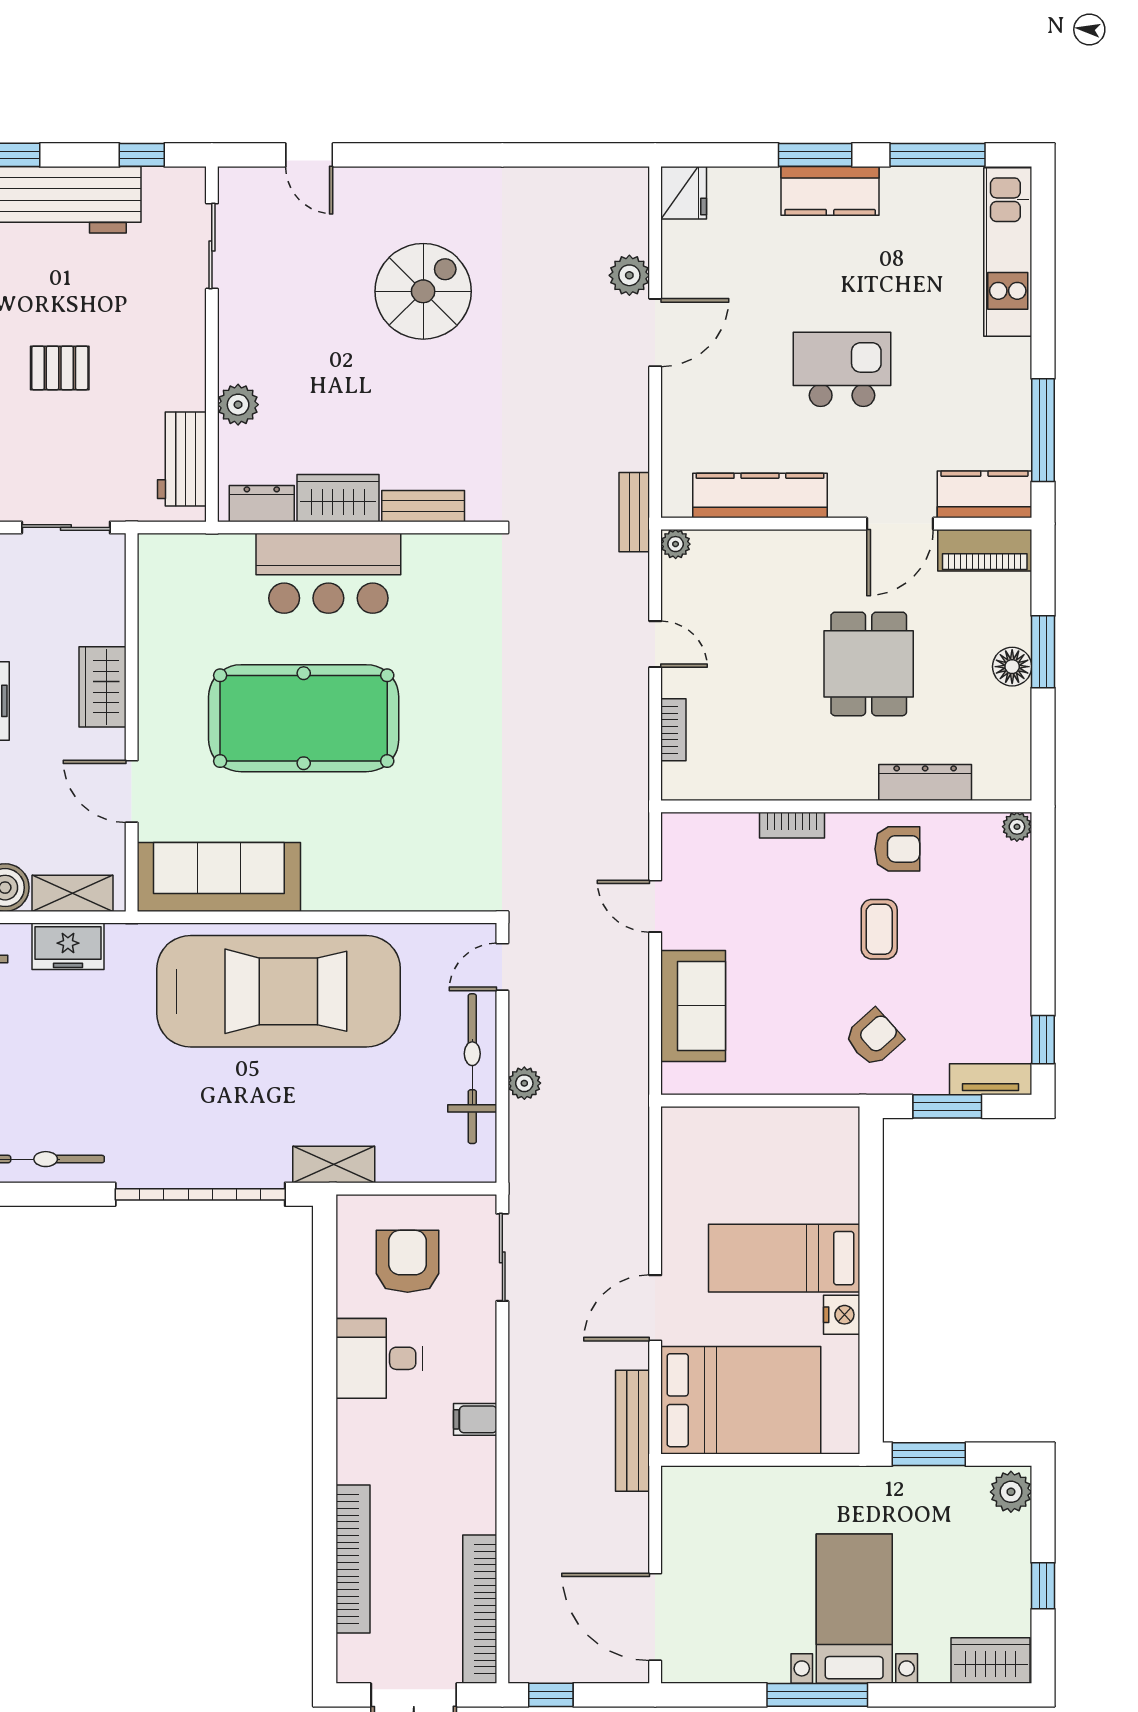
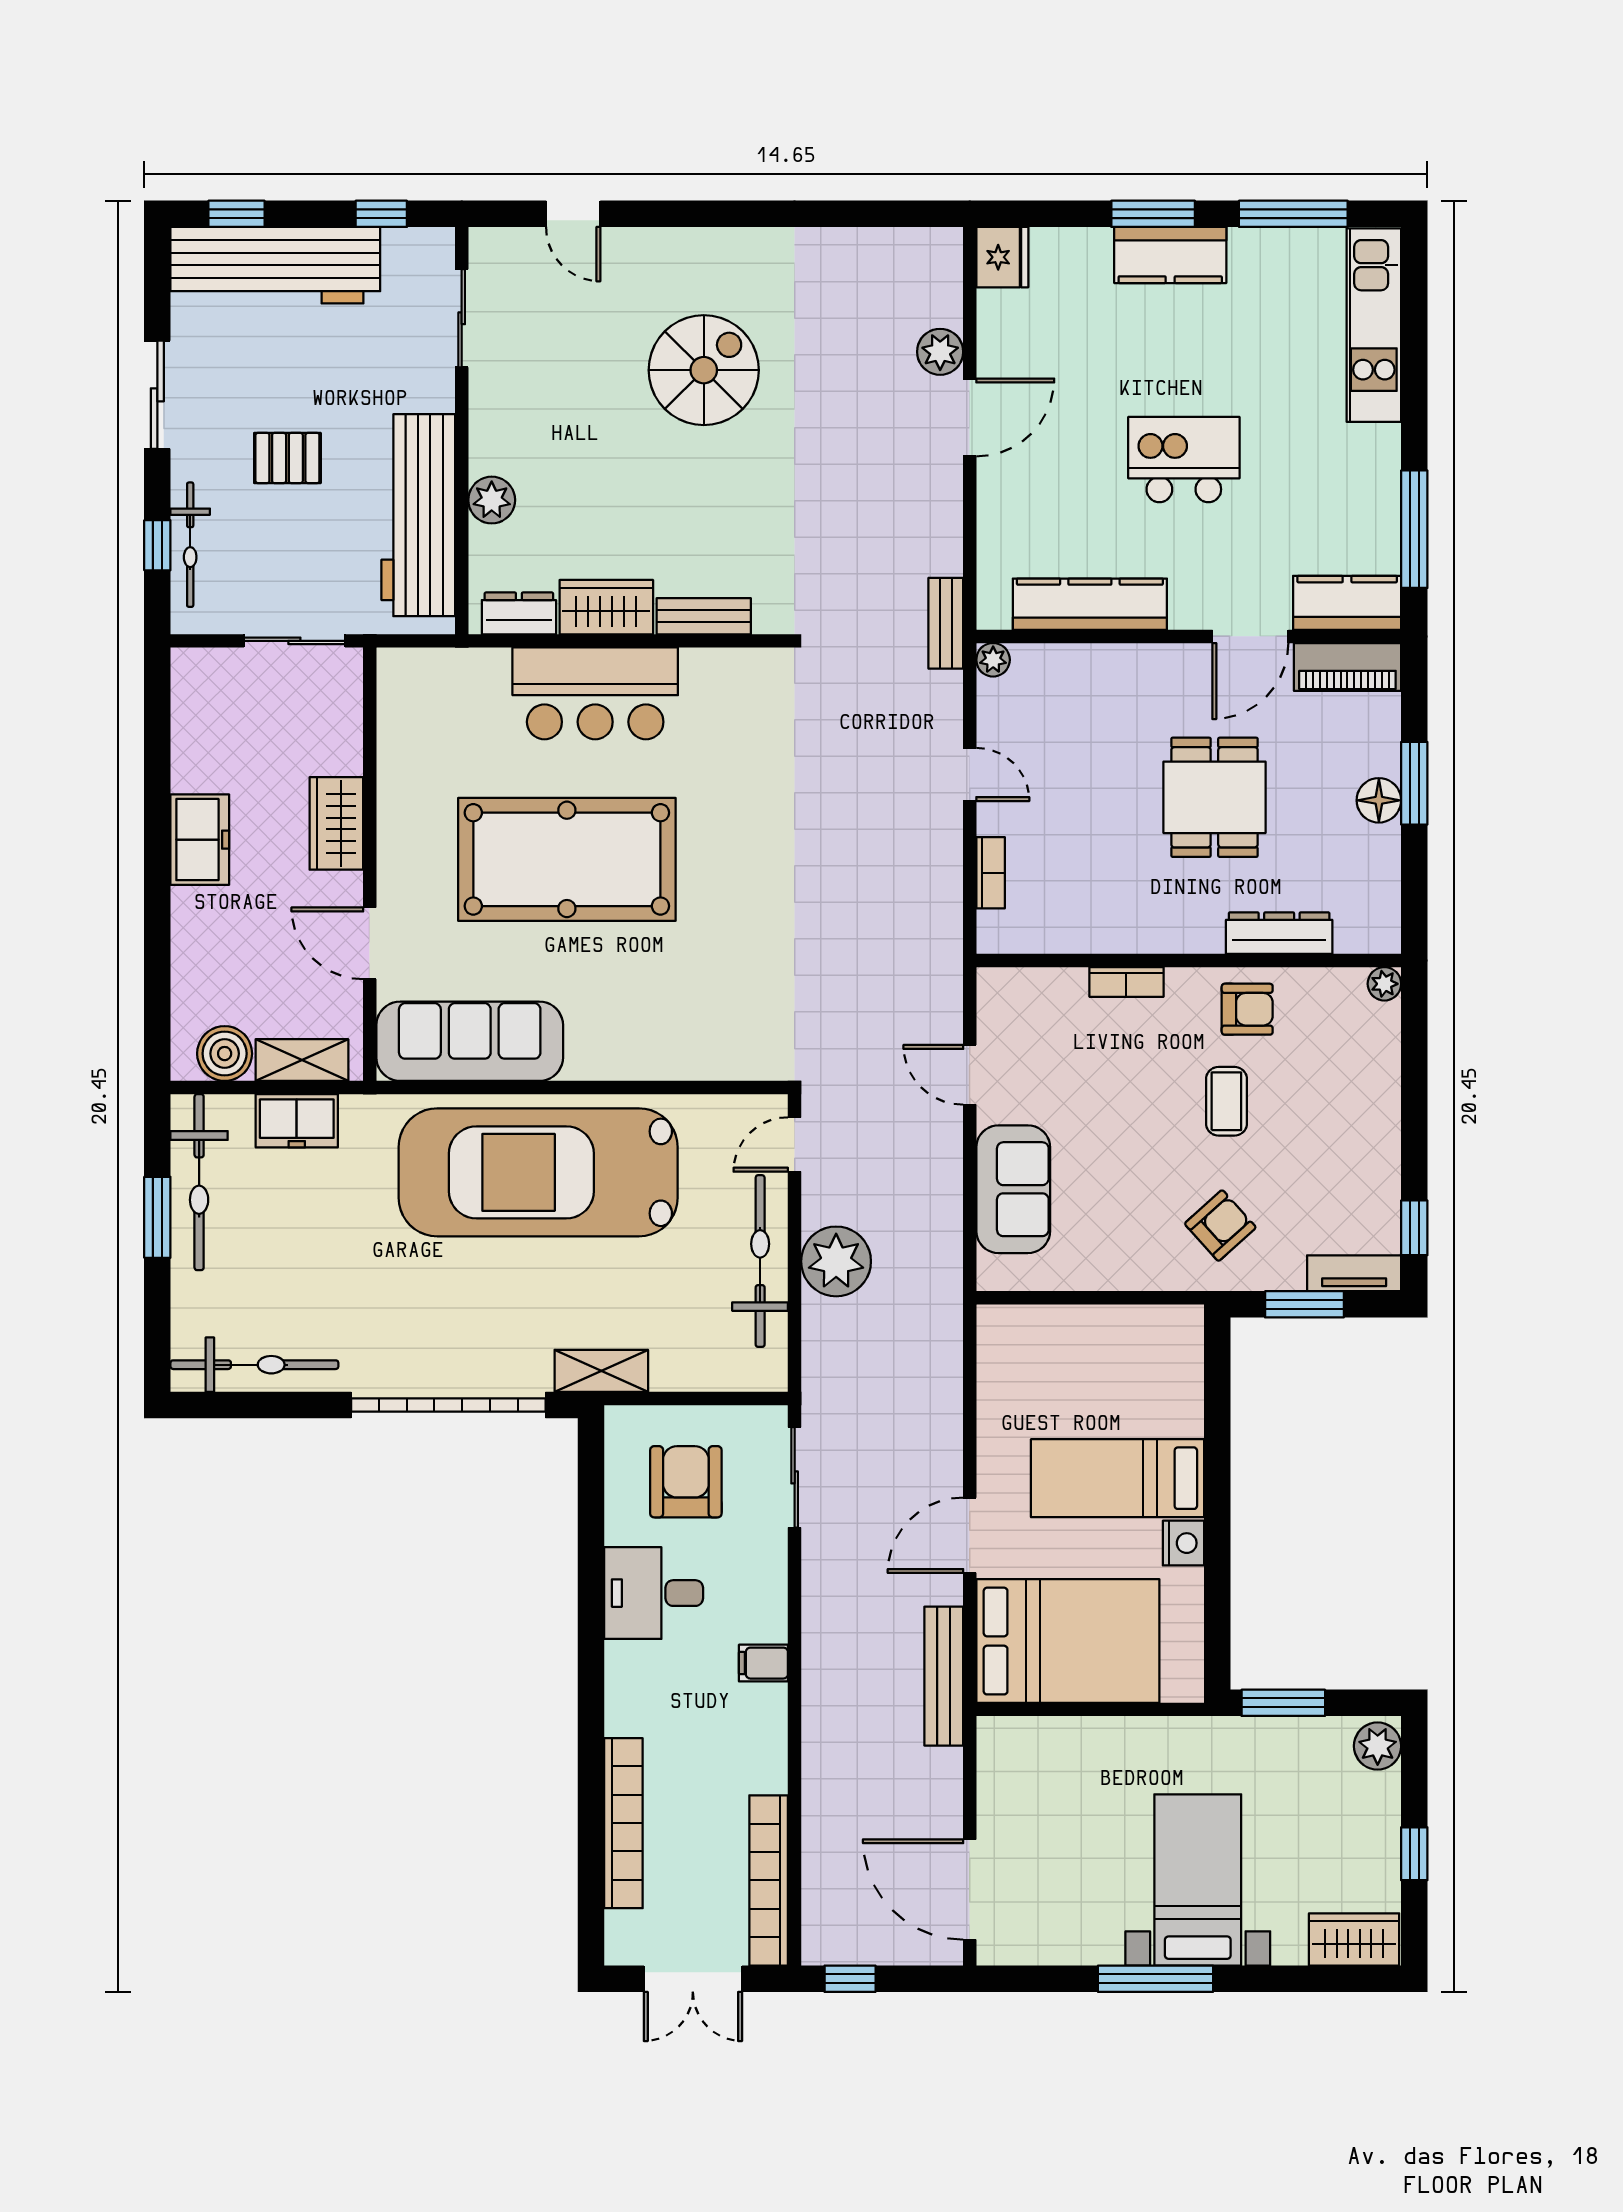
workbench: (182, 459) -> (418, 515), width x1.88, depth x1.32
car: (279, 991) -> (538, 1172), turned 180
plant: (524, 1083) -> (836, 1261), width x1.87, depth x1.87

